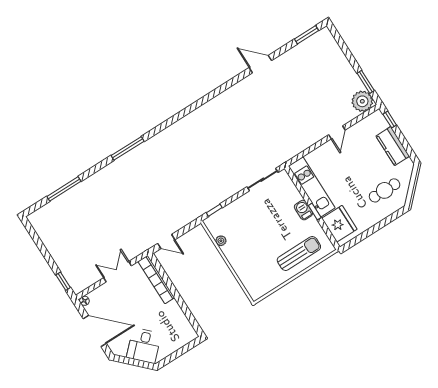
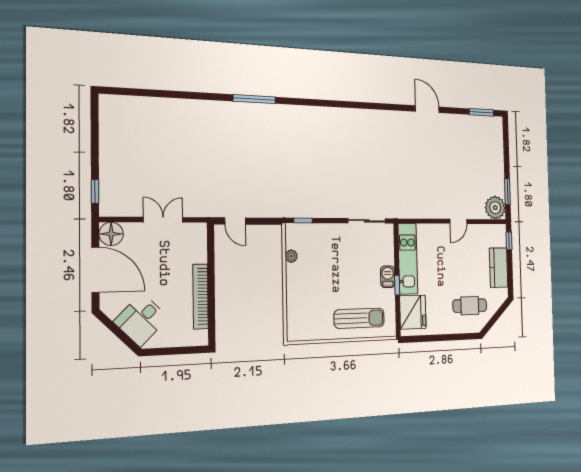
window: (64, 189) -> (161, 94), removed
bookcase: (156, 280) -> (200, 297), moved
floor lamp: (84, 301) -> (111, 234), width x1.89, depth x1.89

